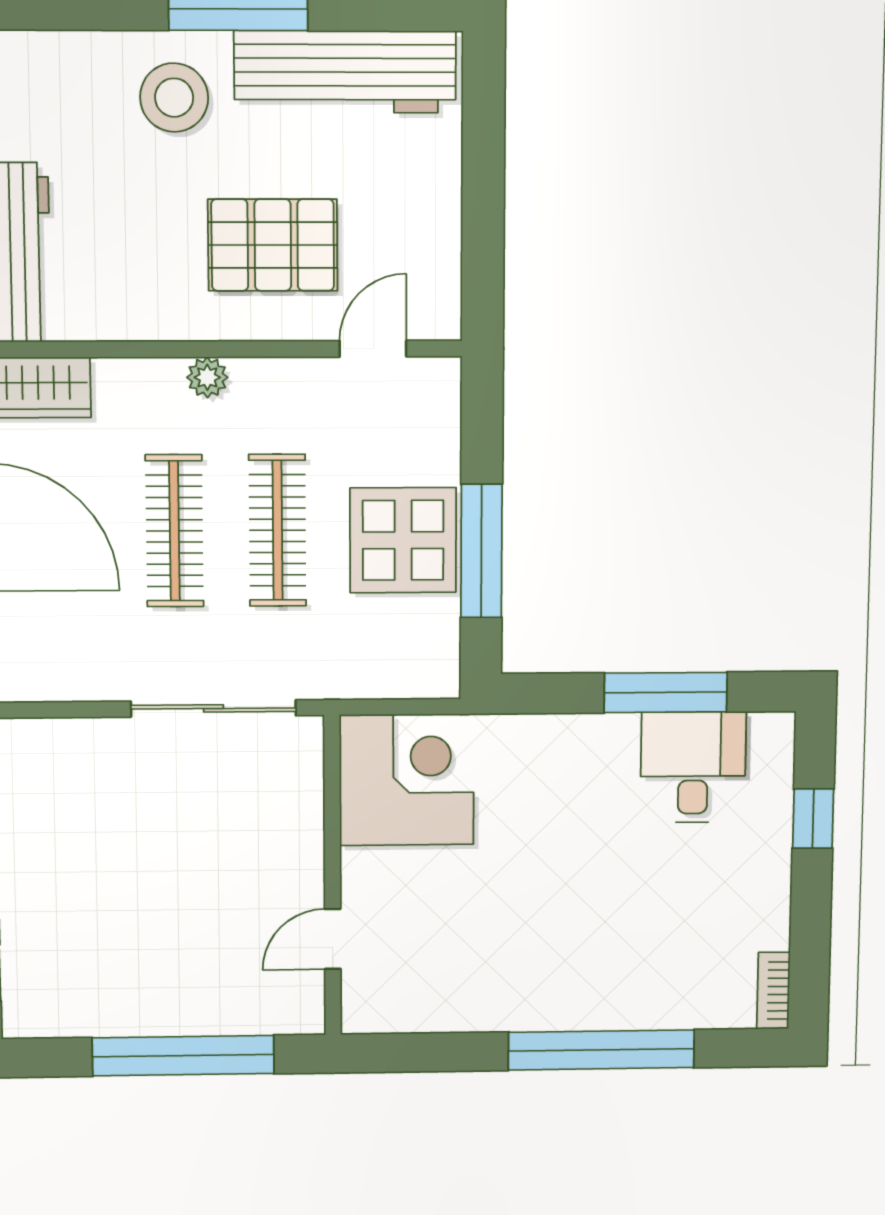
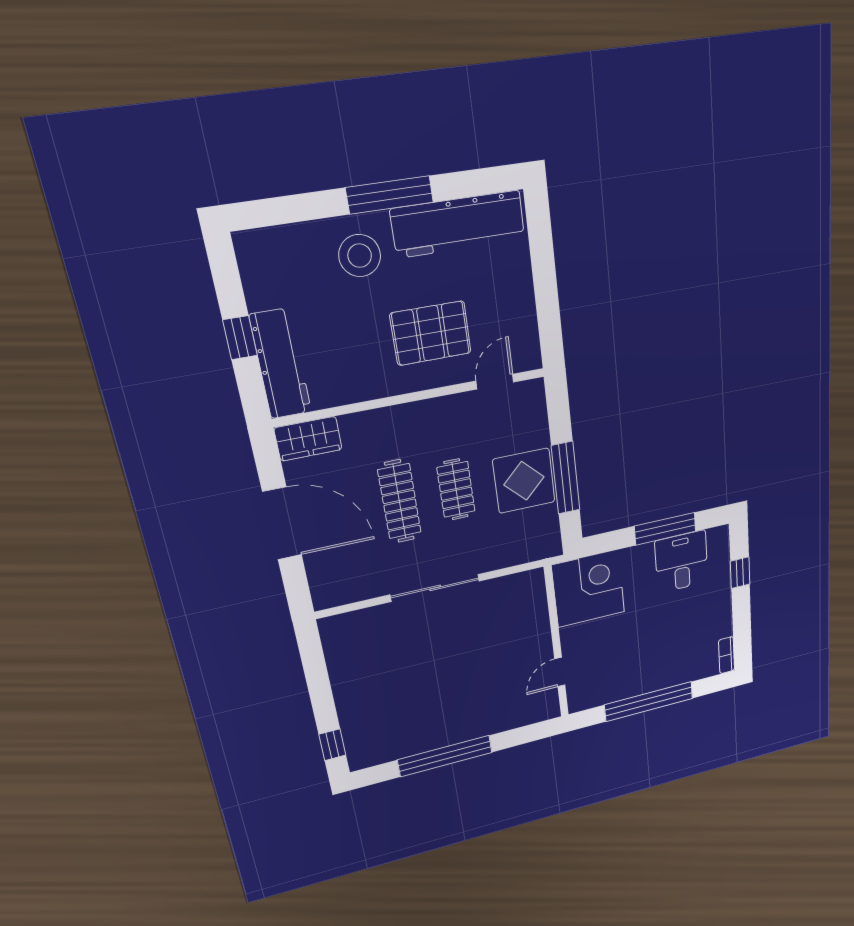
plant: (207, 377) -> (405, 415), removed
clothes rail: (277, 530) -> (456, 489), width x0.73
corner desk: (407, 780) -> (588, 589), moved
wall: (332, 876) -> (556, 643), moved
door: (333, 939) -> (560, 672), moved

